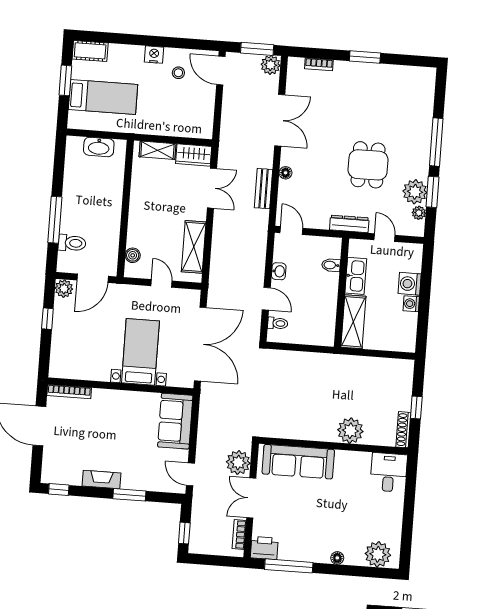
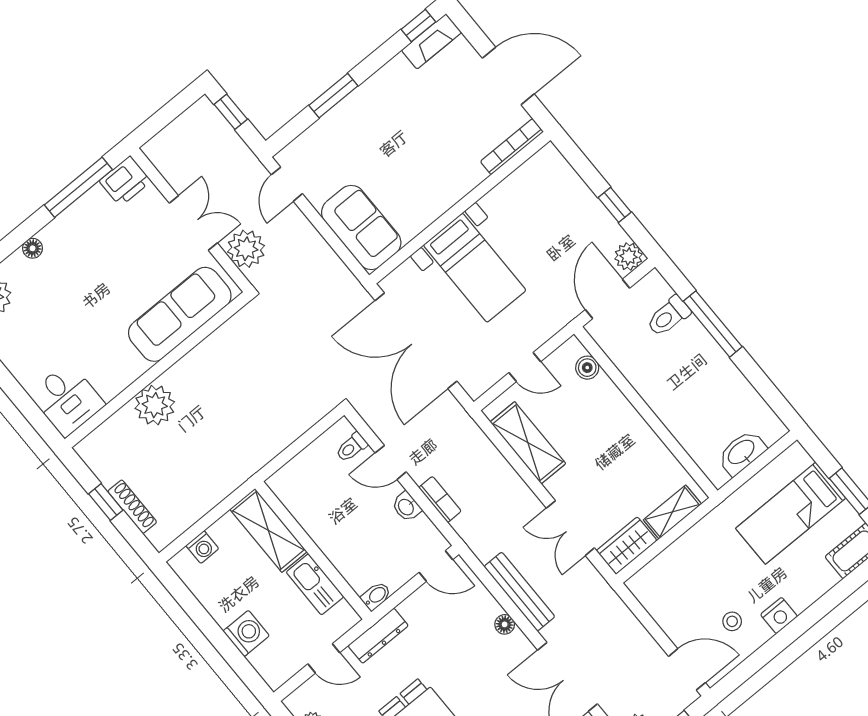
bench: (263, 189) -> (519, 592), width x1.36
bidet: (331, 265) -> (376, 596), moved
washing machine: (411, 304) -> (202, 547), moved, turned 90
shoe rack: (403, 430) -> (132, 507), moved
door: (190, 474) -> (287, 184), swing flipped
fireplace: (102, 479) -> (432, 41), moved
bookcase: (239, 535) -> (440, 499), moved

